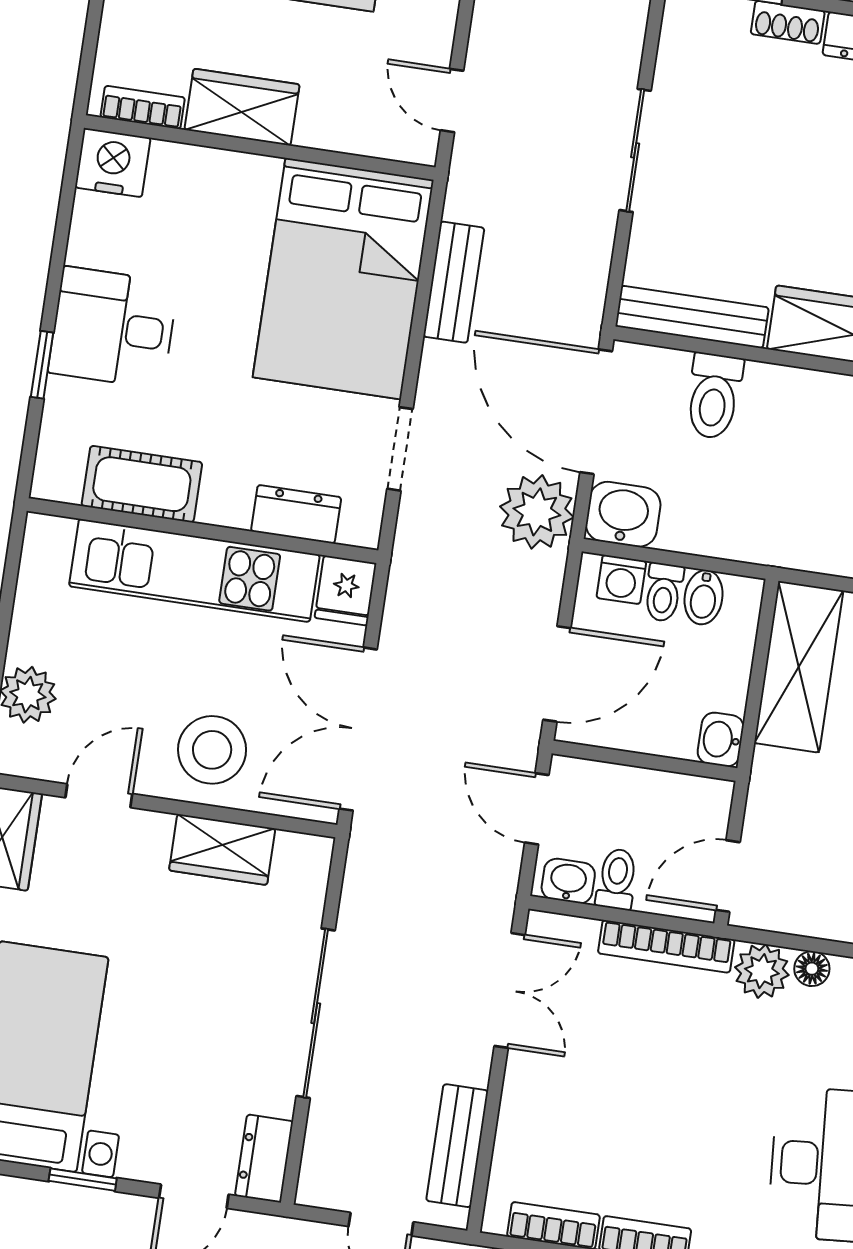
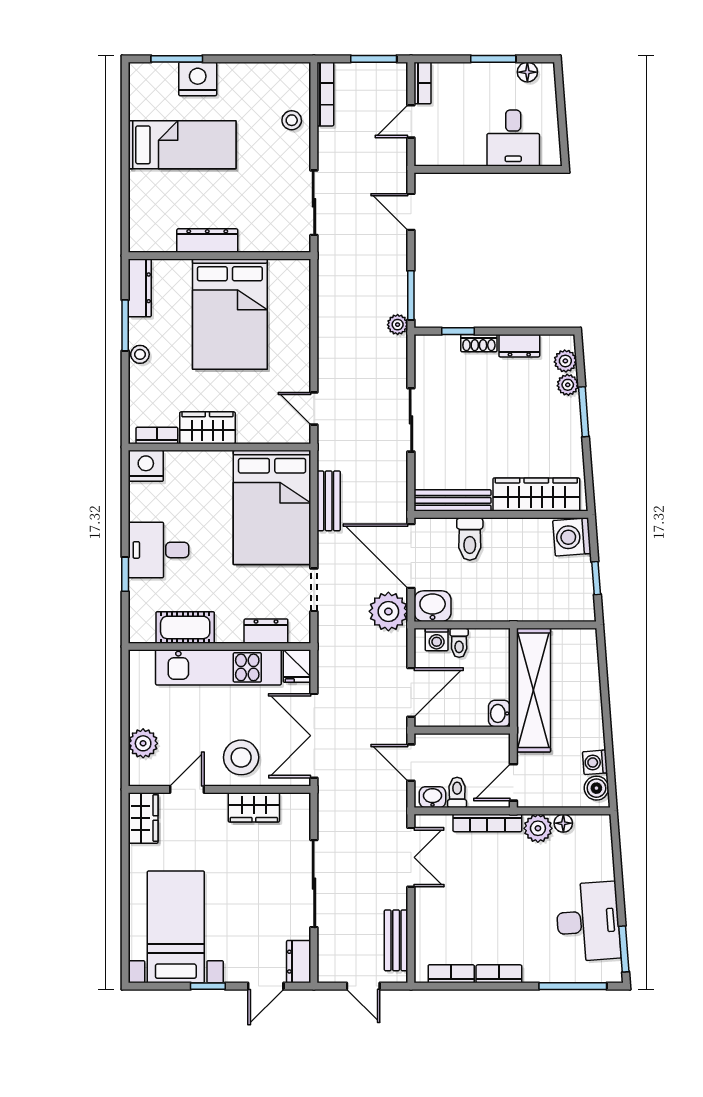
bidet: (704, 597) -> (480, 642), removed
shelving: (799, 667) -> (534, 690), width x1.47

